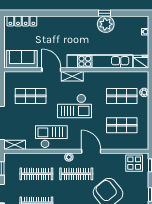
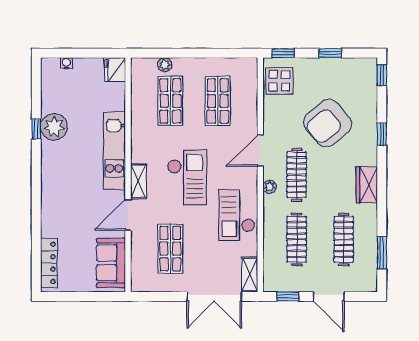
kitchen unit: (100, 61) -> (114, 151), width x0.73

